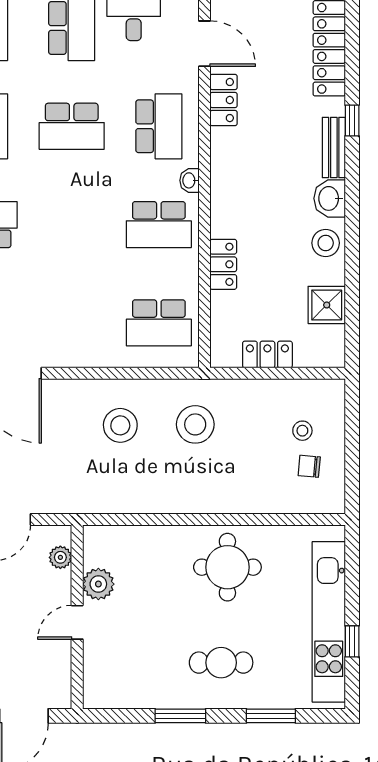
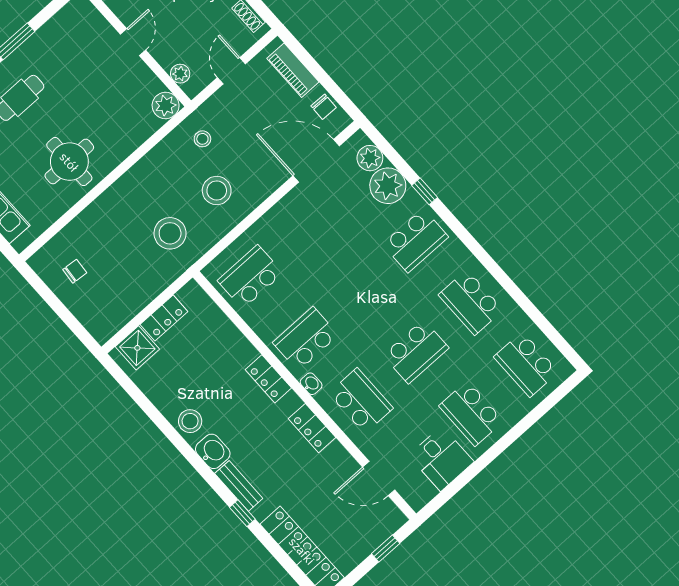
locker: (224, 100) -> (312, 428), moved
school desk: (72, 126) -> (416, 352), turned 180
school desk: (159, 126) -> (361, 401), turned 180
locker: (223, 264) -> (268, 379), moved
shower: (327, 305) -> (137, 348), moved
stool: (302, 431) -> (202, 139), moved
plant: (98, 584) -> (166, 106), moved

